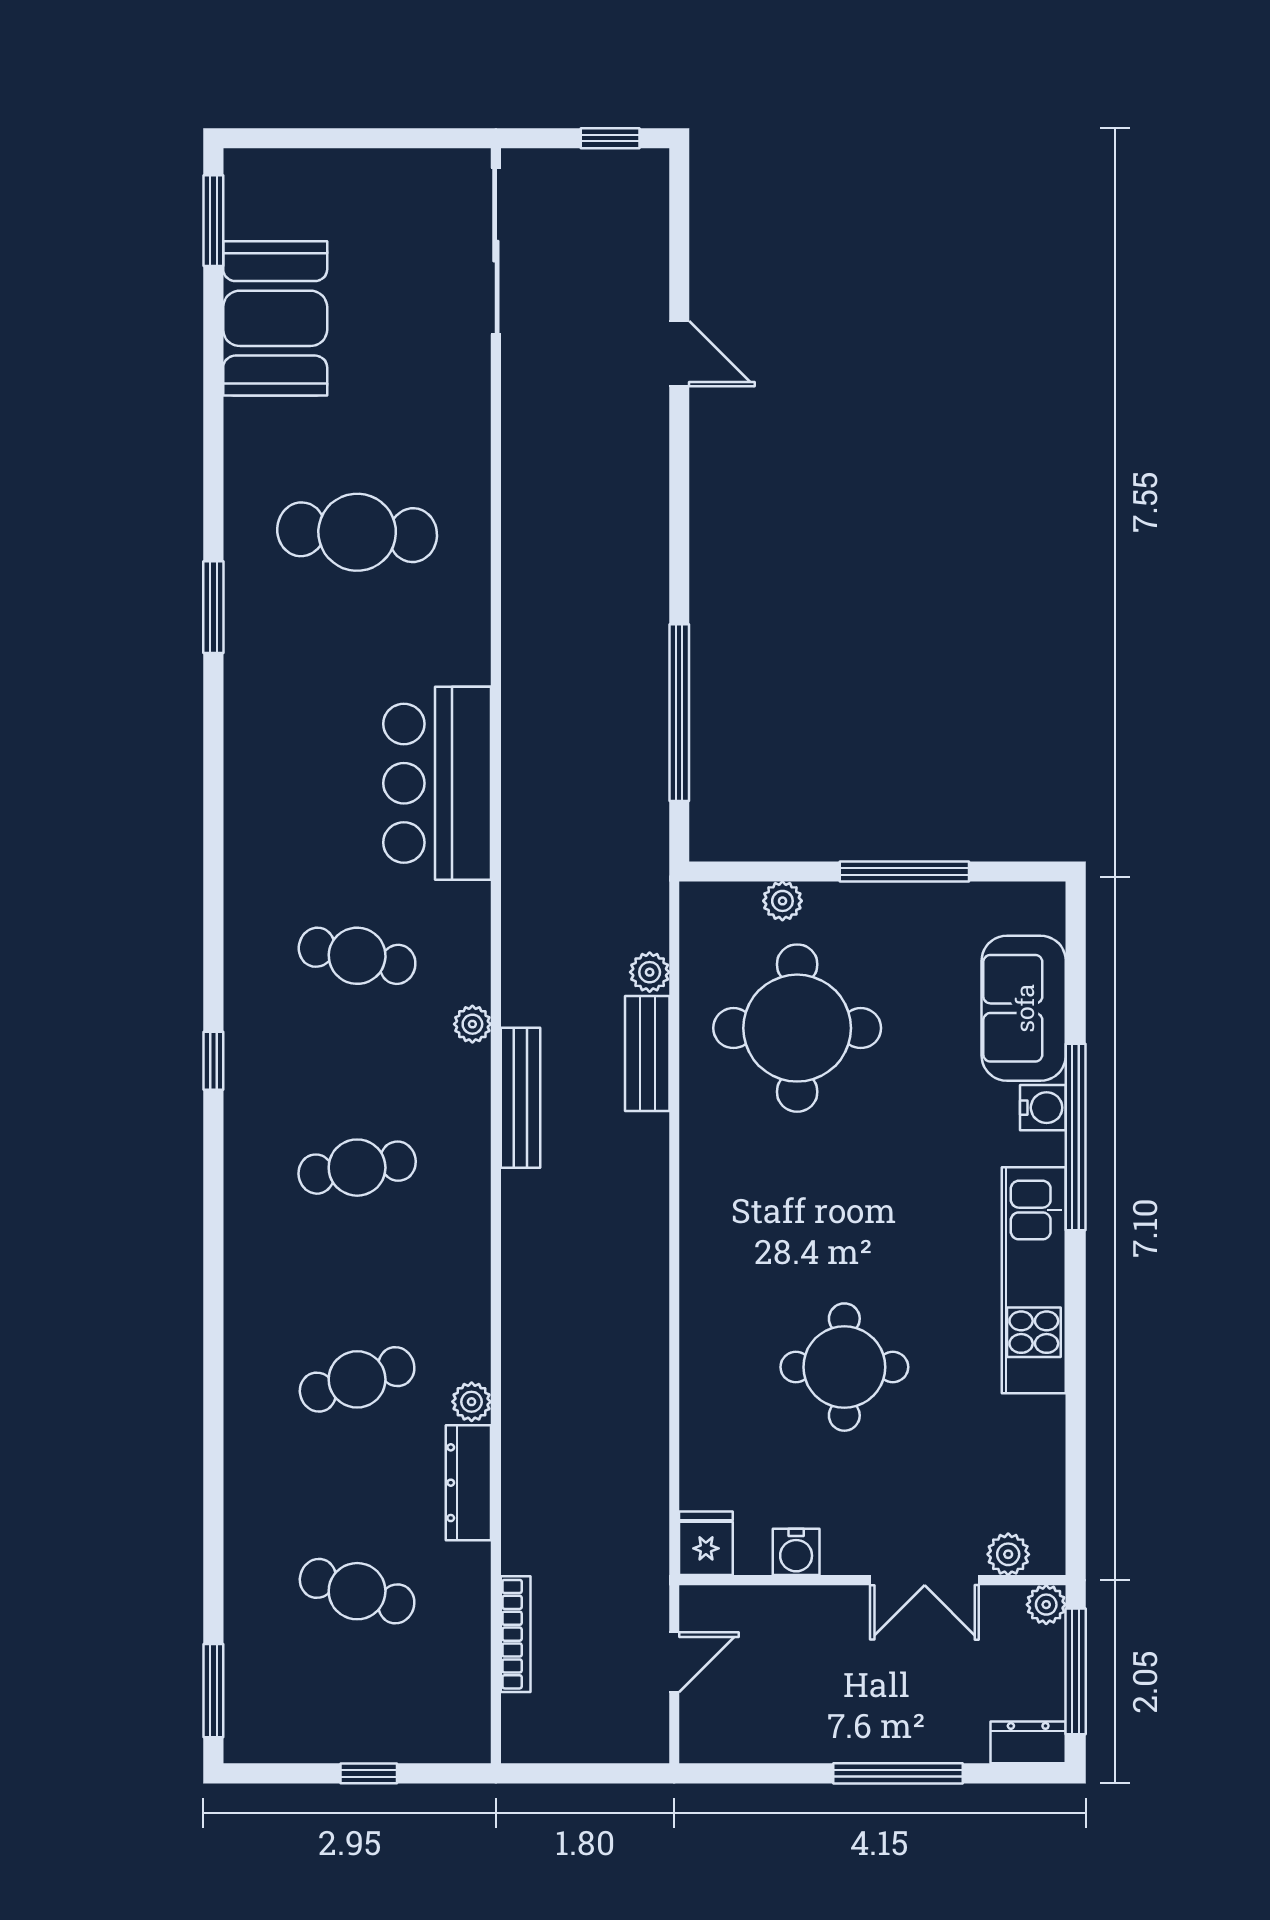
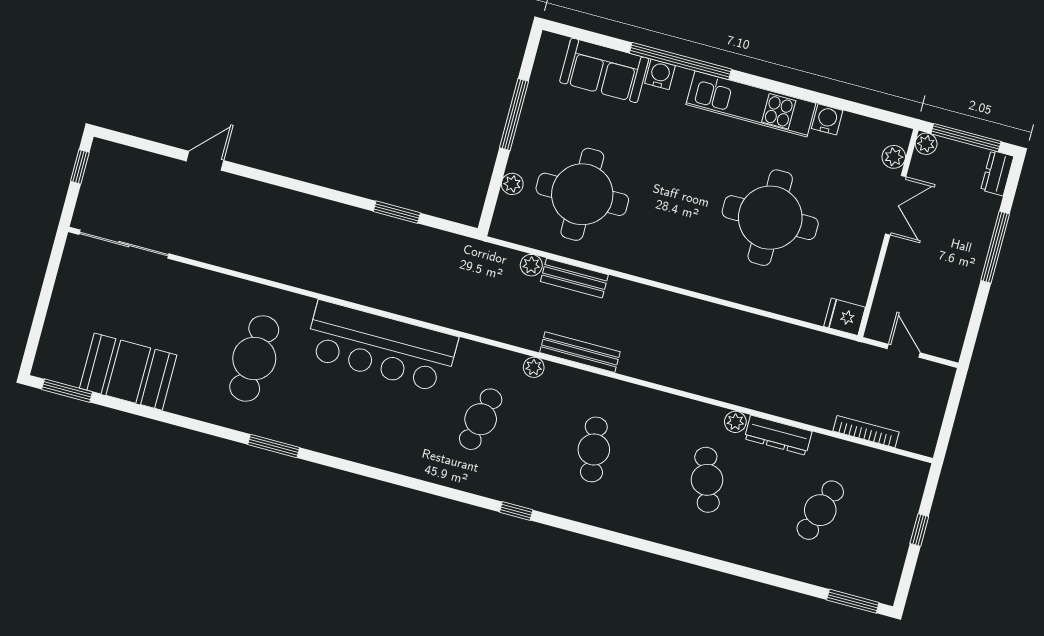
window: (679, 713) -> (397, 212), width x0.47
bar counter: (437, 783) -> (381, 347), width x1.36
round table: (844, 1367) -> (770, 218), width x1.36, depth x1.36
water cooler: (796, 1552) -> (827, 119), moved, turned -90

